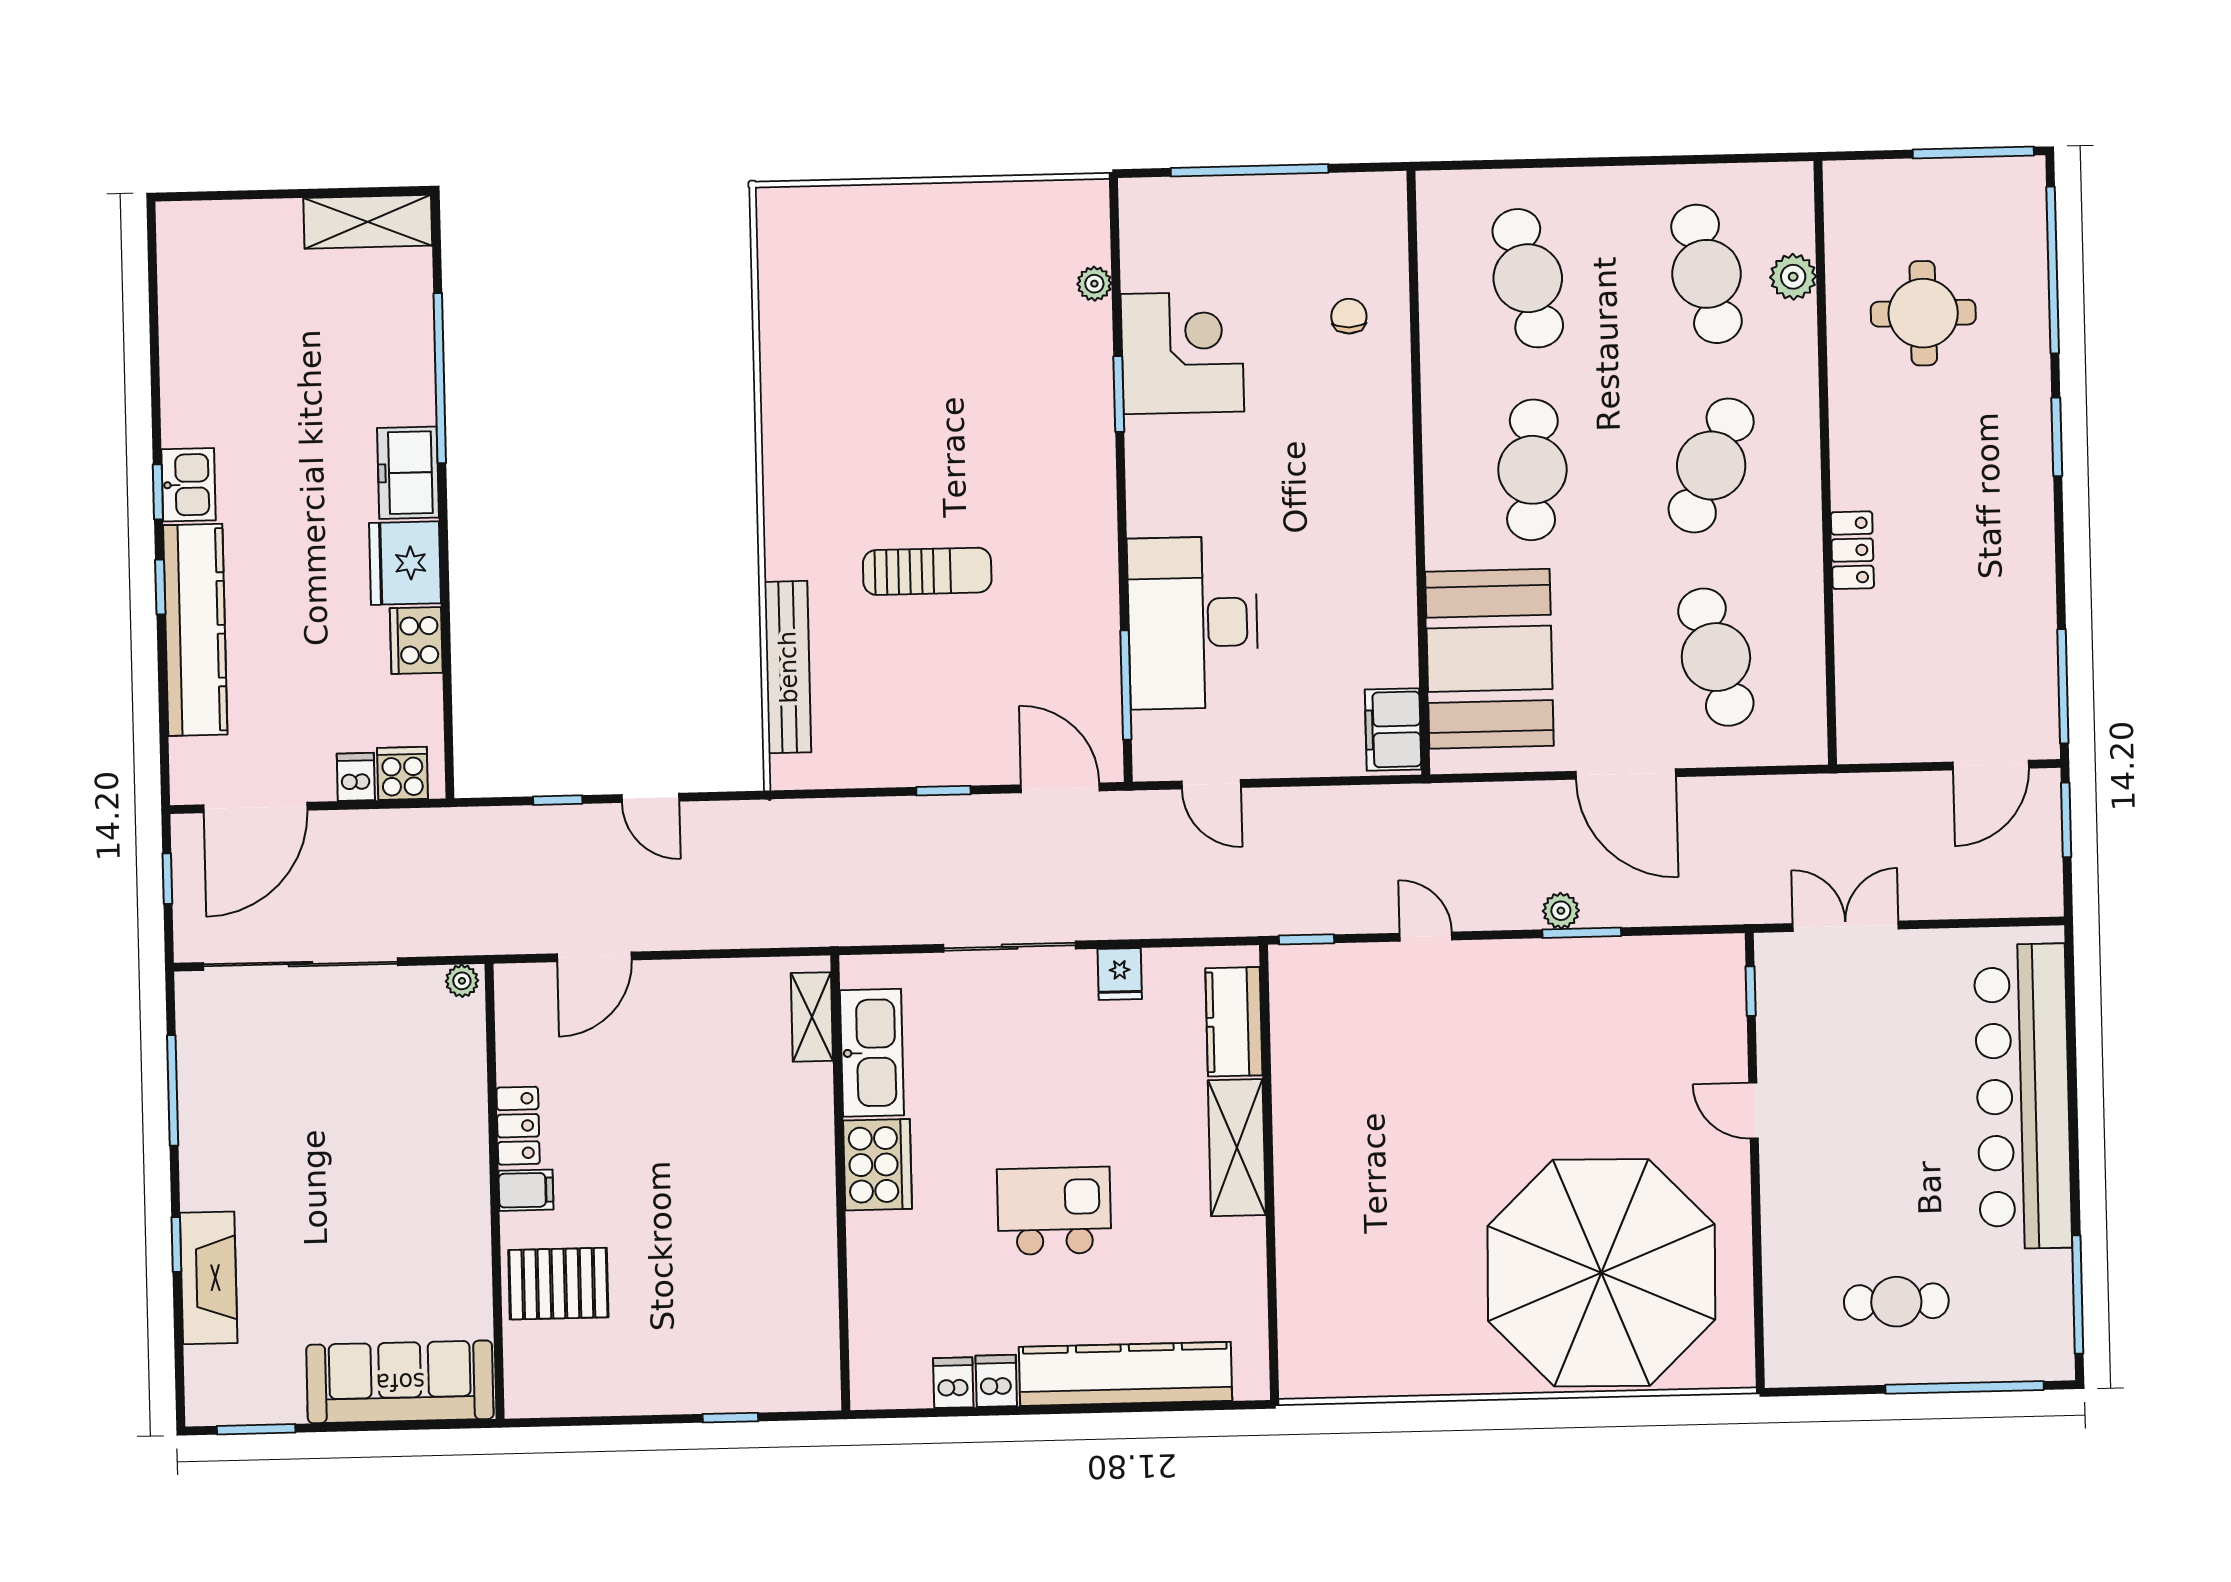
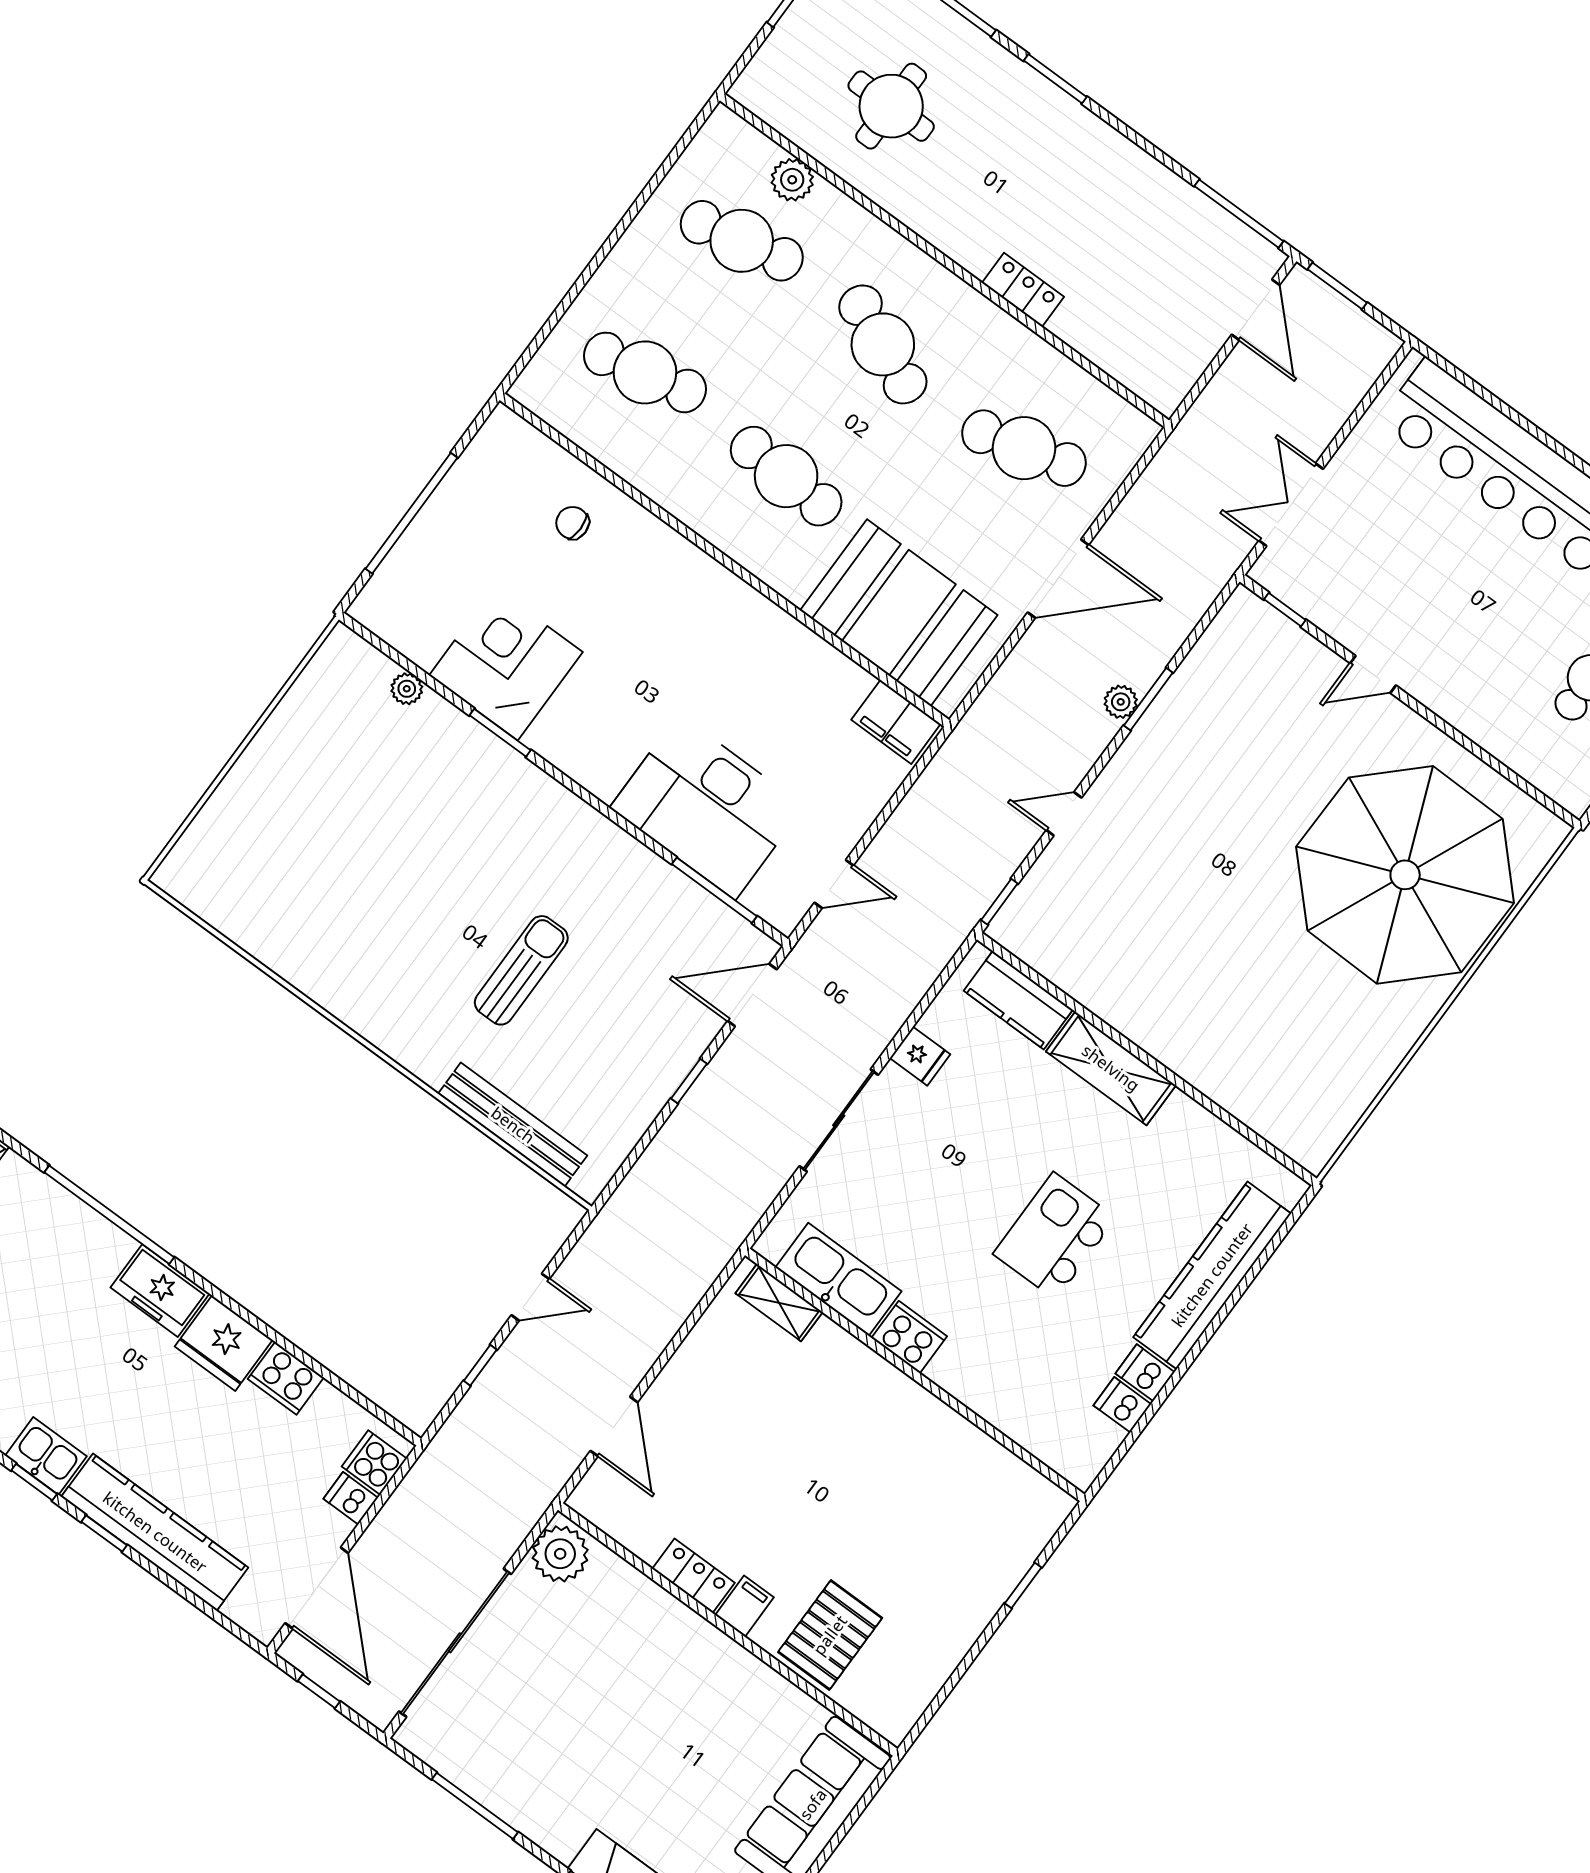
plant: (462, 981) -> (560, 1554), width x1.87, depth x1.87
cooker: (878, 1165) -> (909, 1337), width x0.73, depth x0.76

